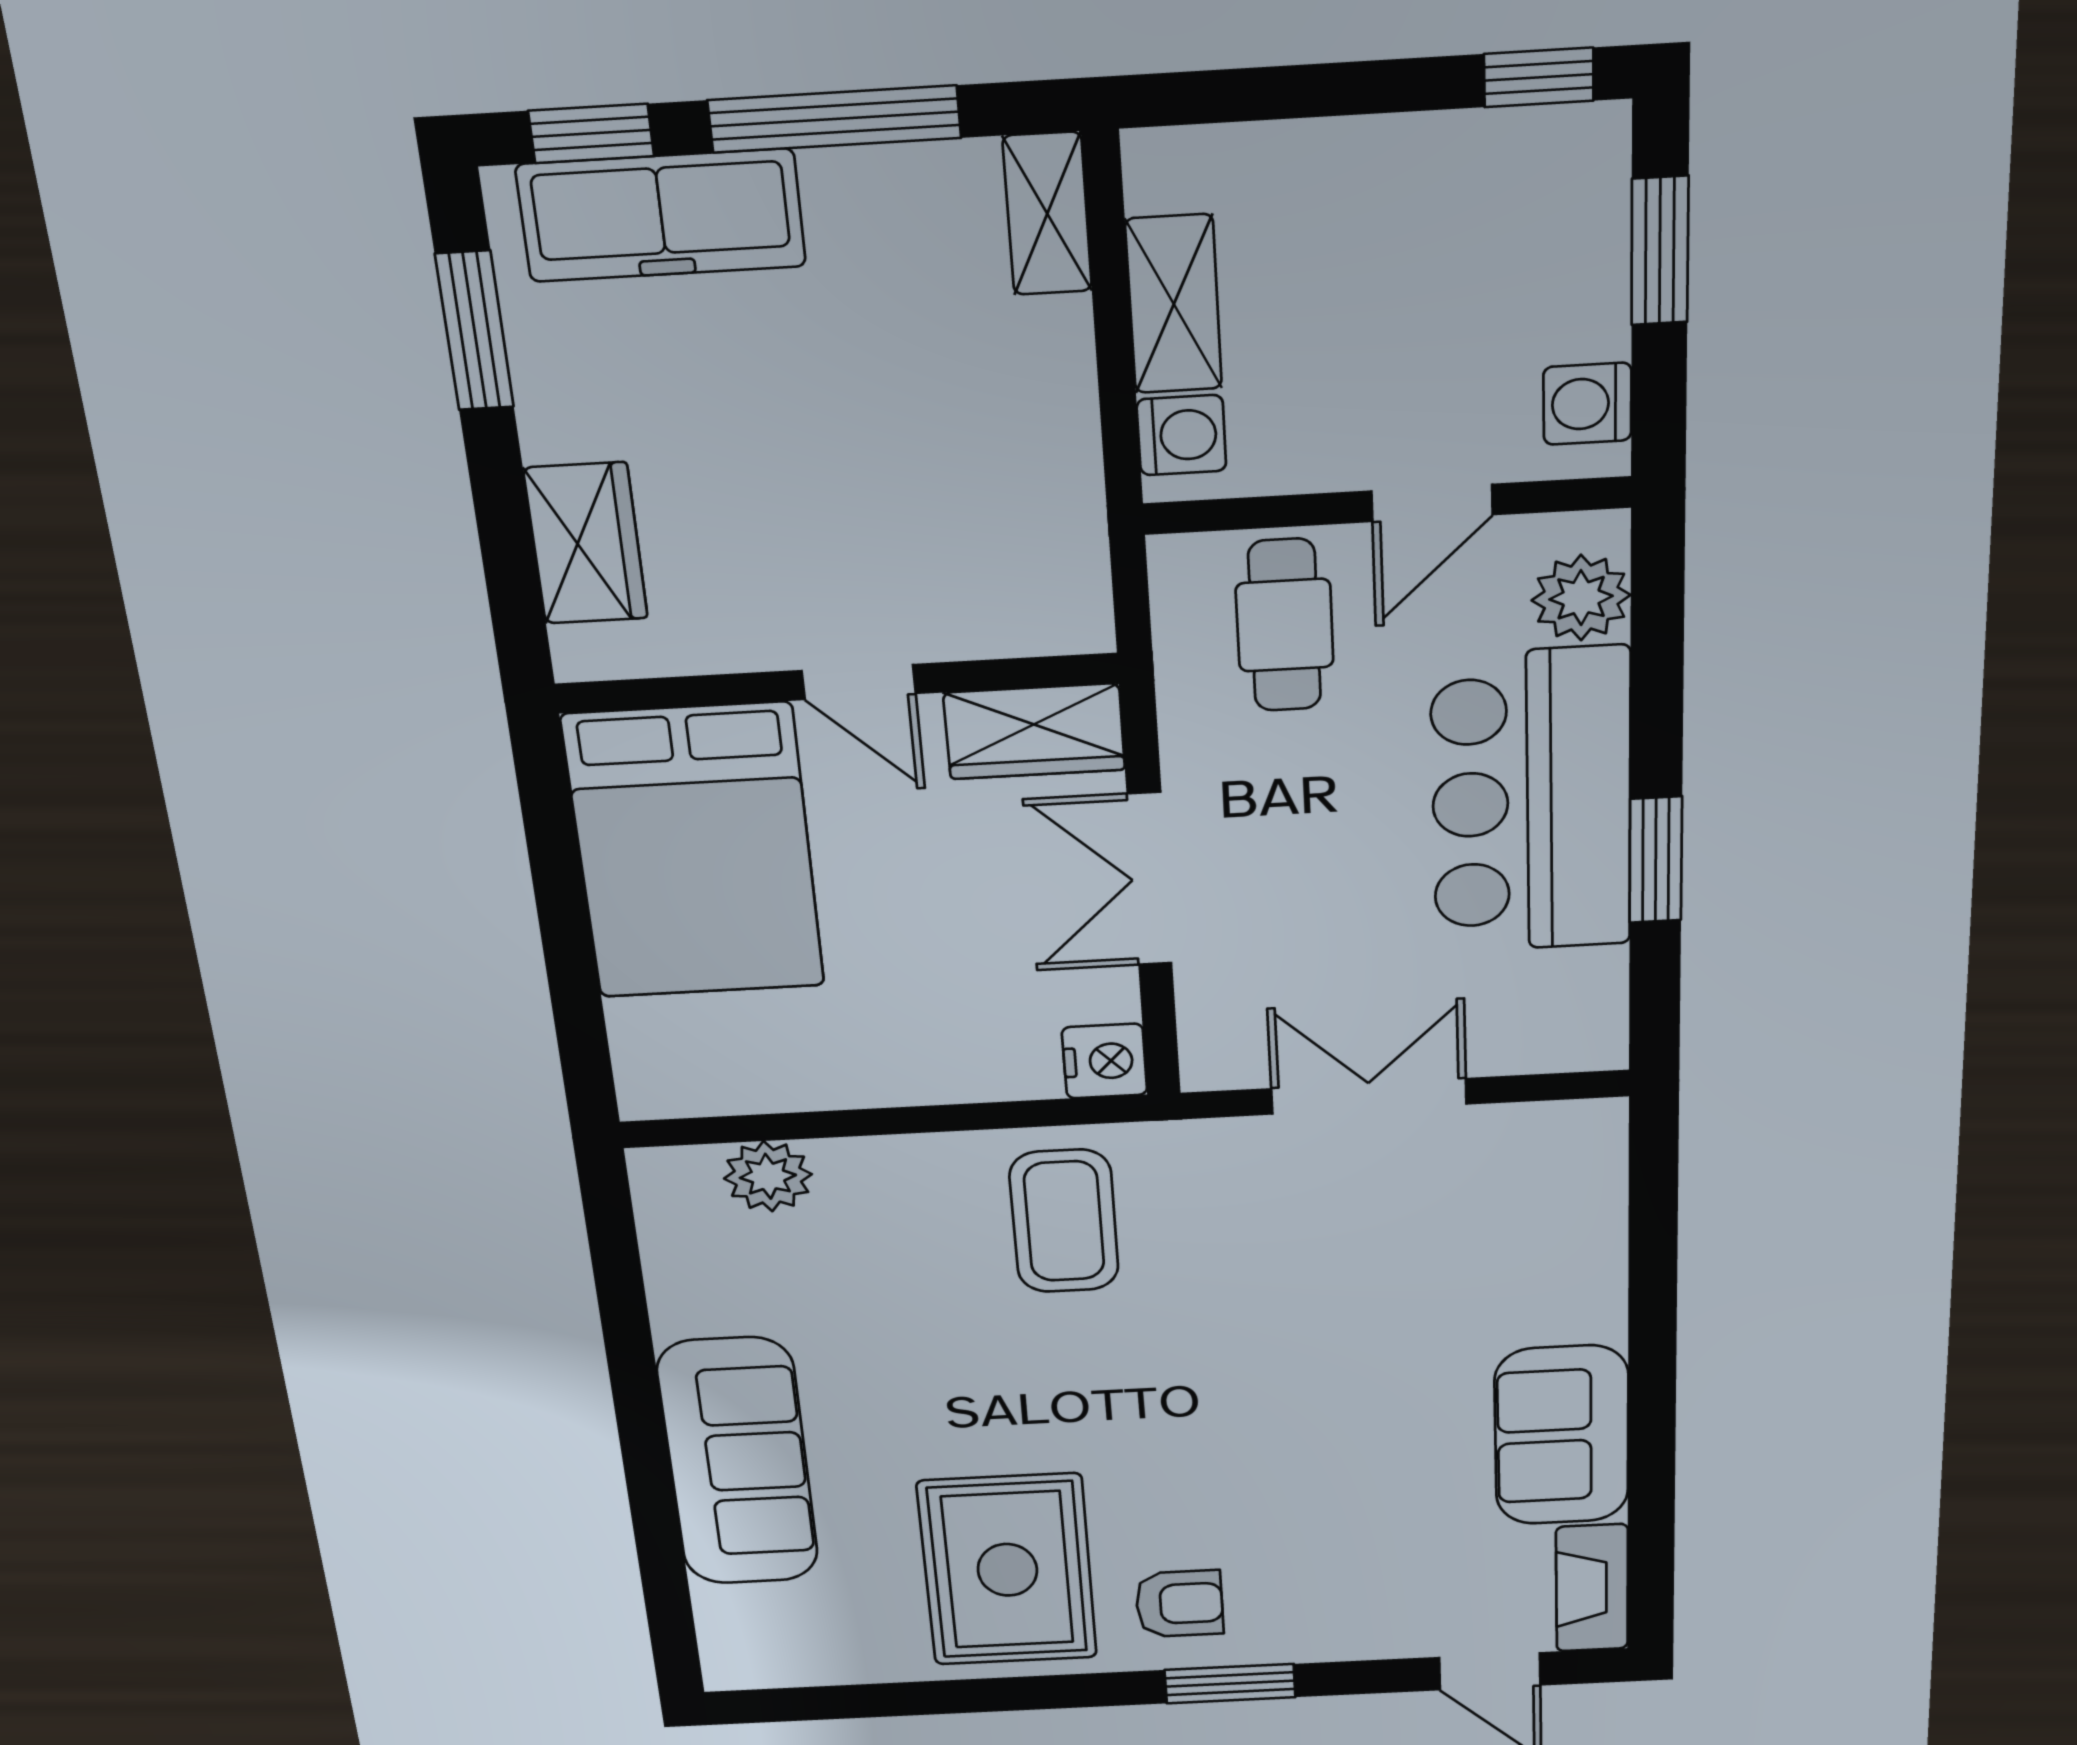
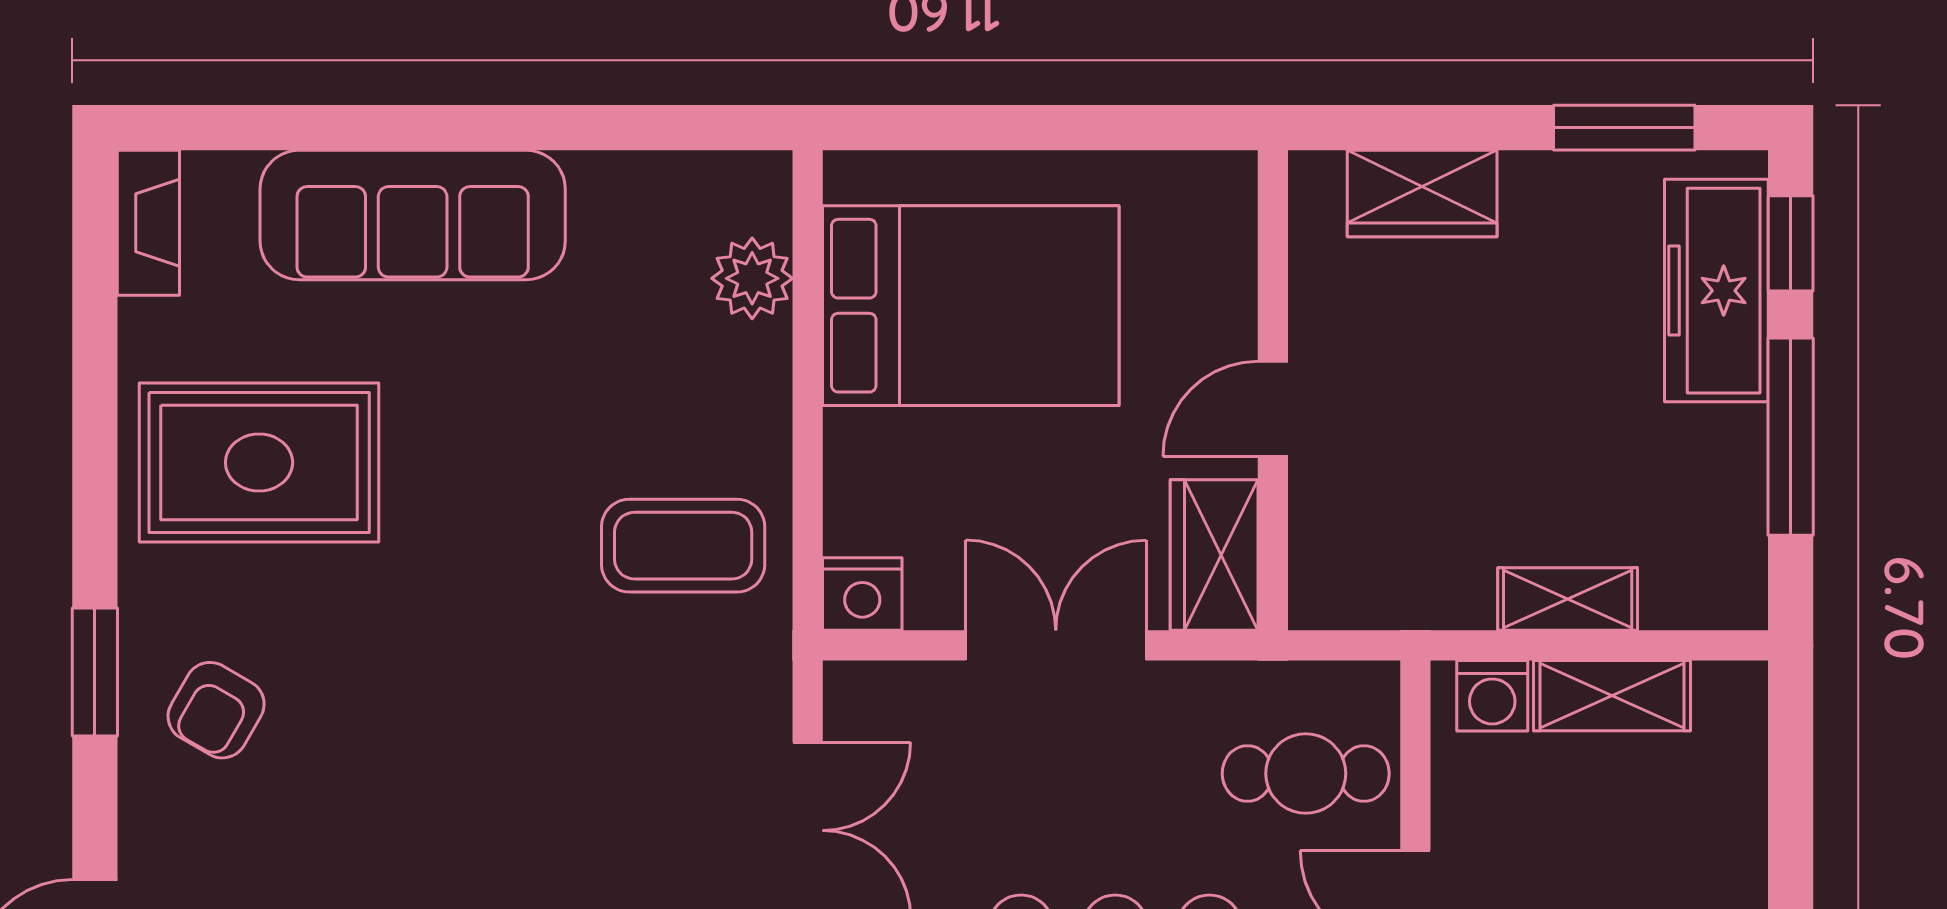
shelving: (1047, 214) -> (1568, 599), moved
bed: (694, 852) -> (971, 306), moved, turned 180
armchair: (1179, 1604) -> (216, 710), moved, turned 30
fireplace: (774, 1665) -> (148, 223), added

